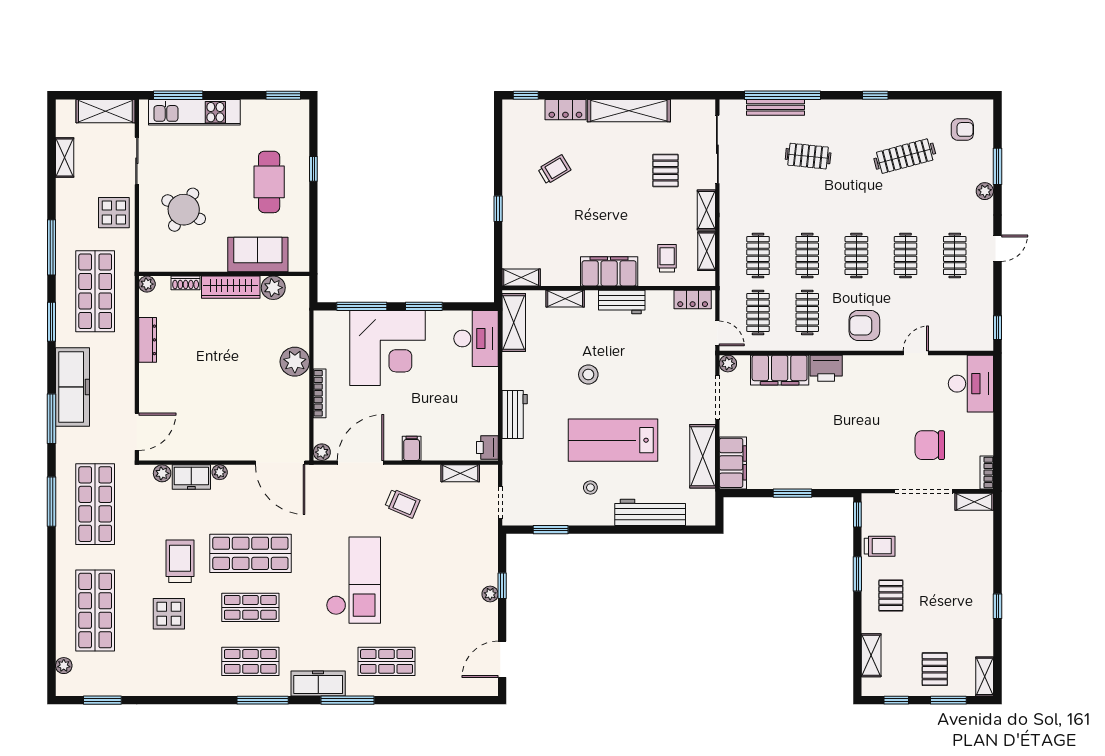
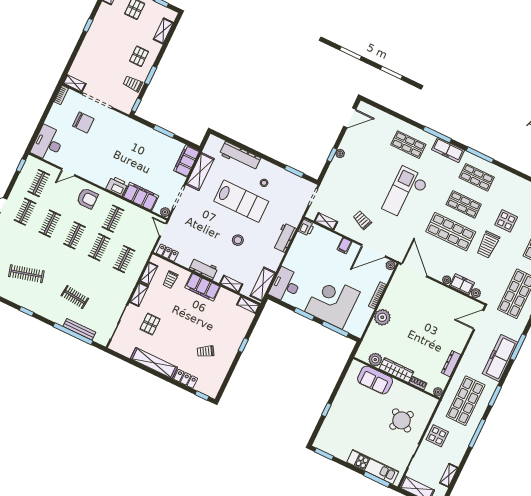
cafe table: (269, 182) -> (352, 414), removed
clothes rail: (758, 312) -> (39, 183), moved

